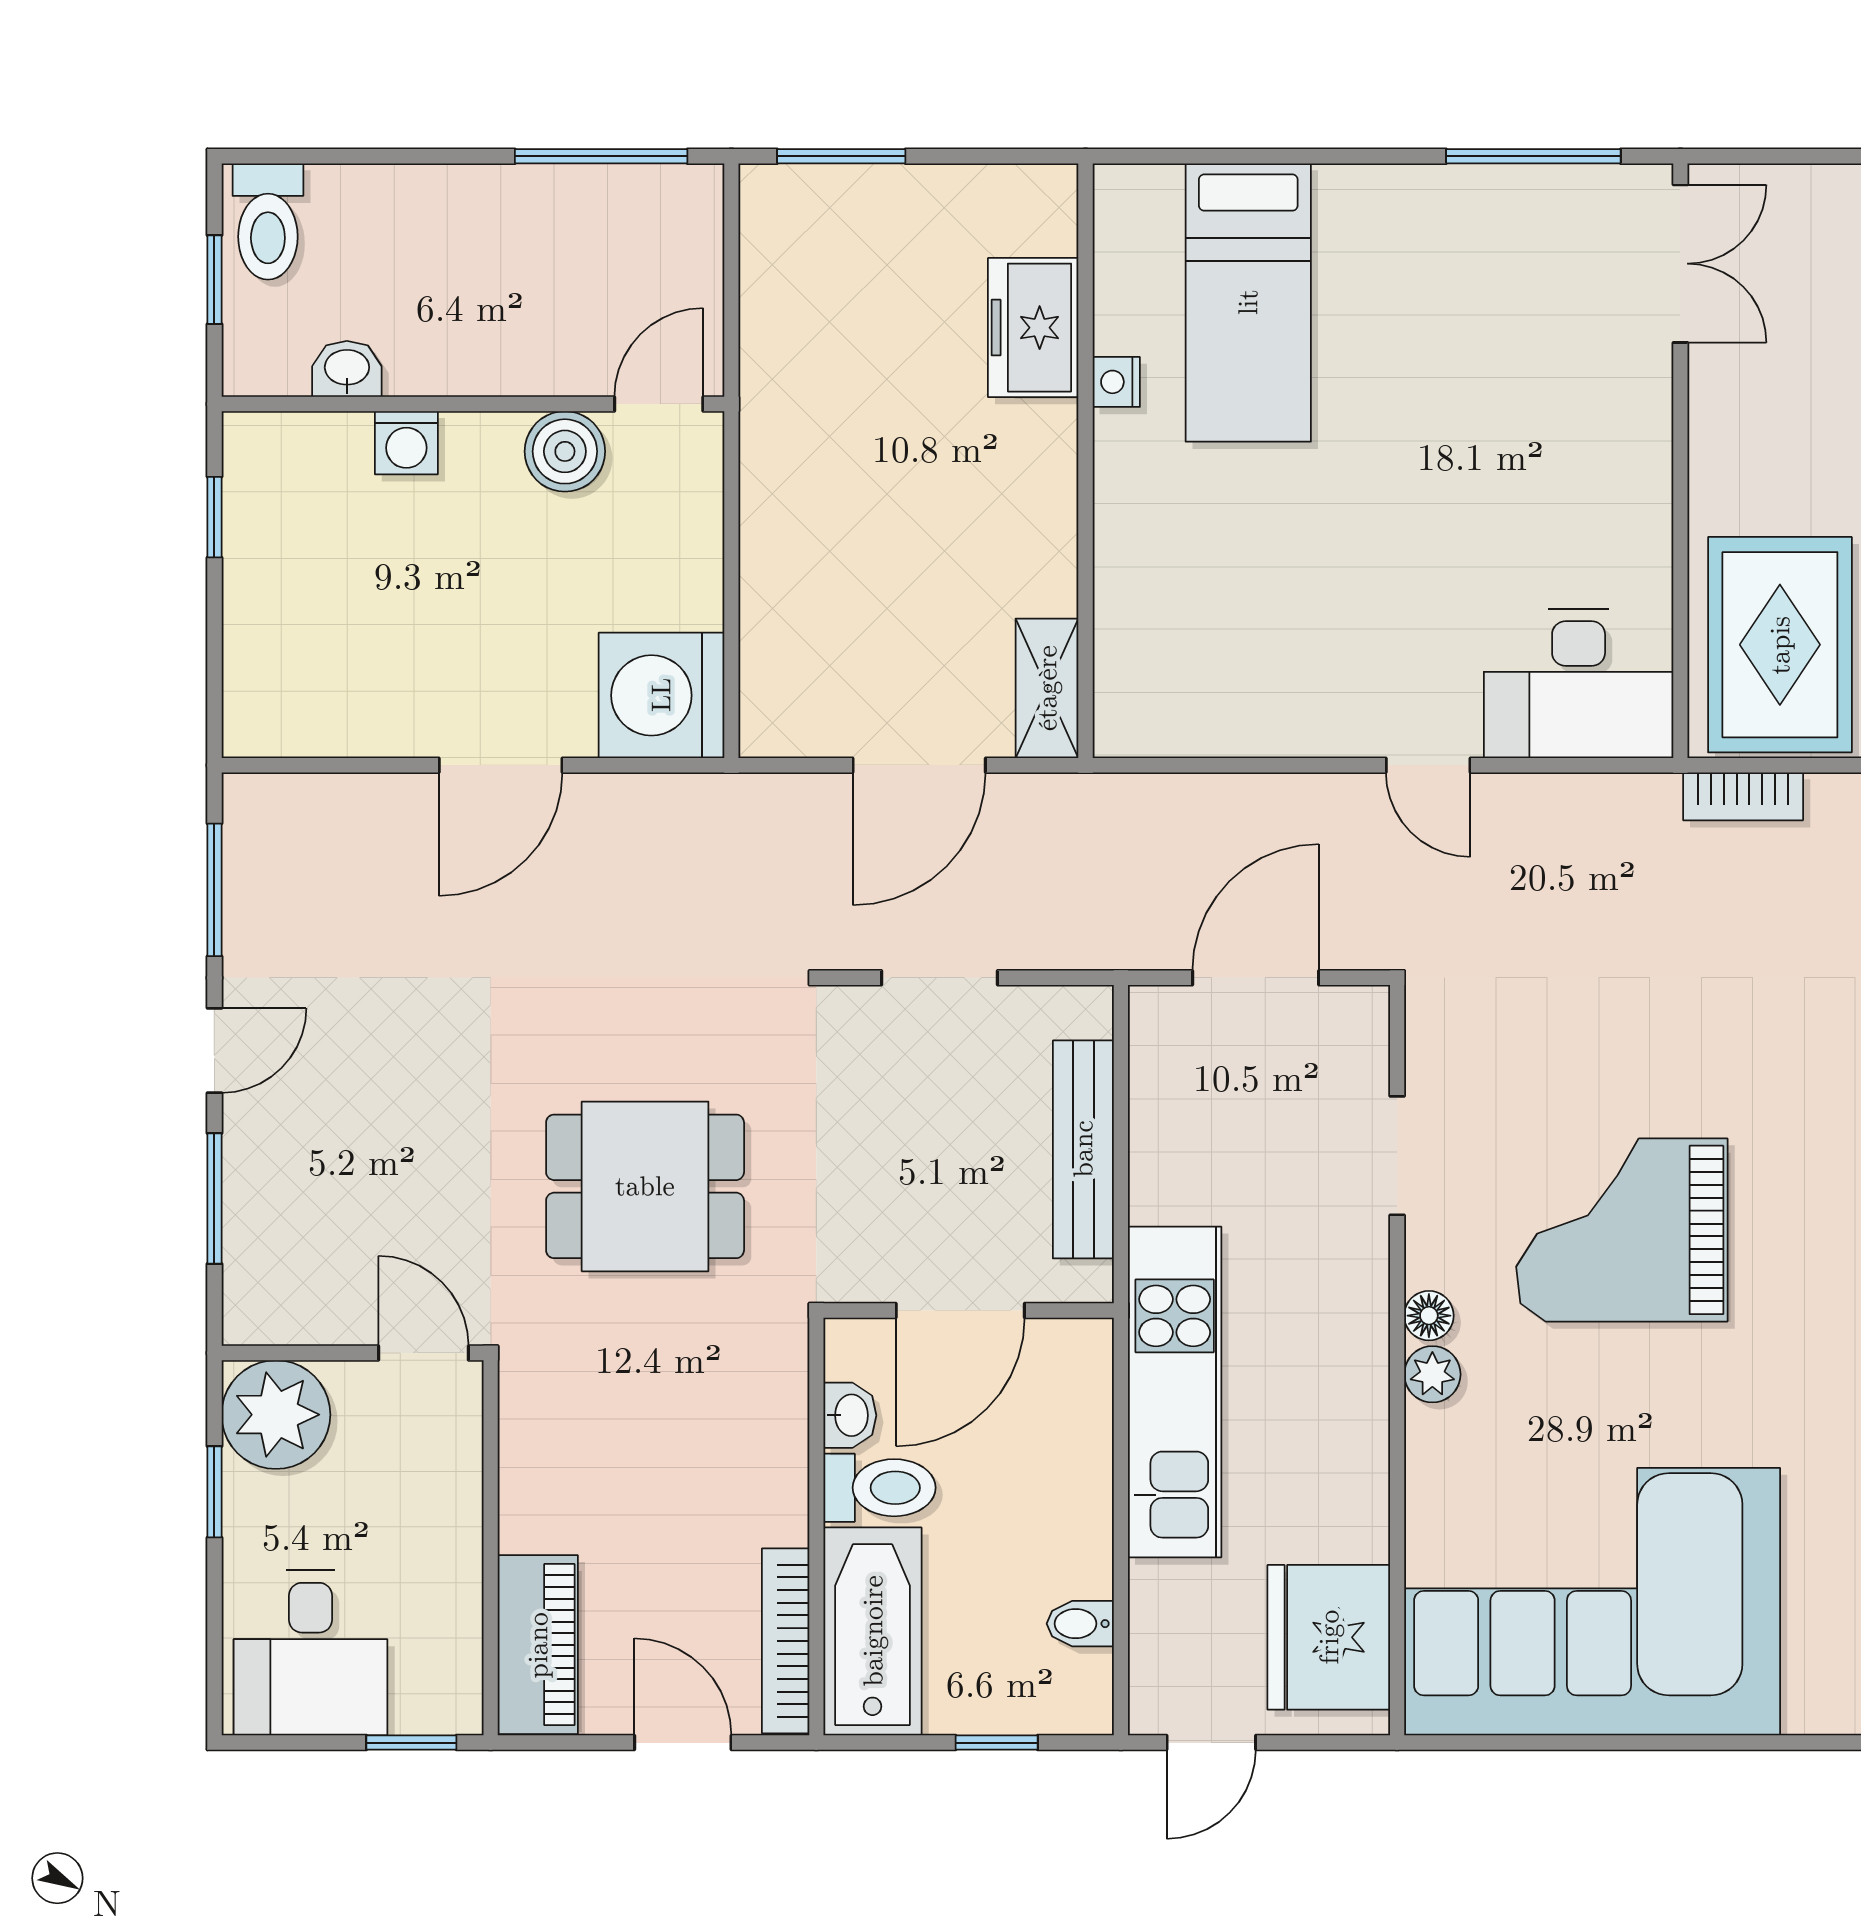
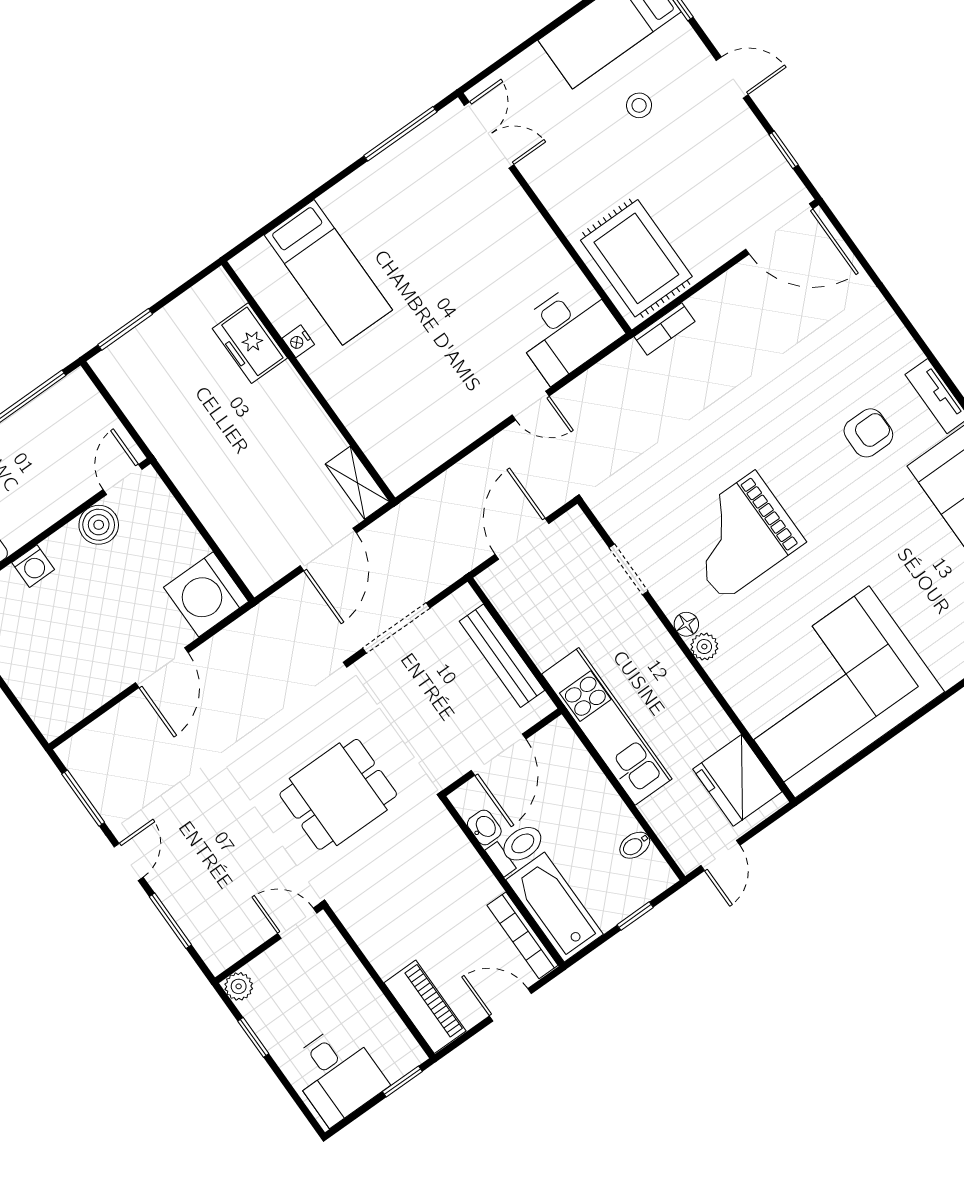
doorway: (940, 978) -> (396, 628), width x1.38
plant: (276, 1415) -> (239, 986), width x0.53, depth x0.53

